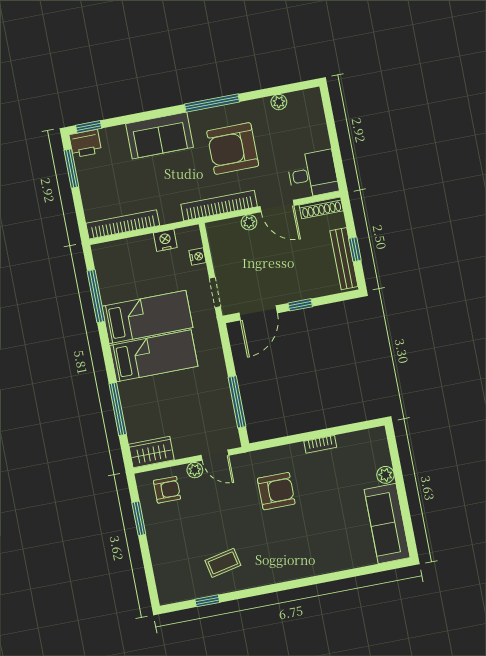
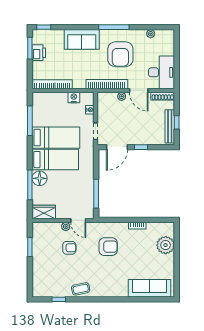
printer: (85, 144) -> (39, 53), moved, turned -90
armchair: (233, 148) -> (120, 54), turned -90
desk: (313, 174) -> (162, 72), width x1.37
floor lamp: (132, 394) -> (40, 178), added
plant: (385, 475) -> (166, 245), width x1.88, depth x1.88
armchair: (167, 490) -> (69, 248), moved
sofa: (387, 524) -> (150, 288), moved, turned 90
coffee table: (223, 563) -> (81, 289), moved

